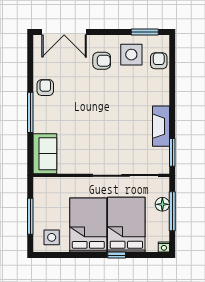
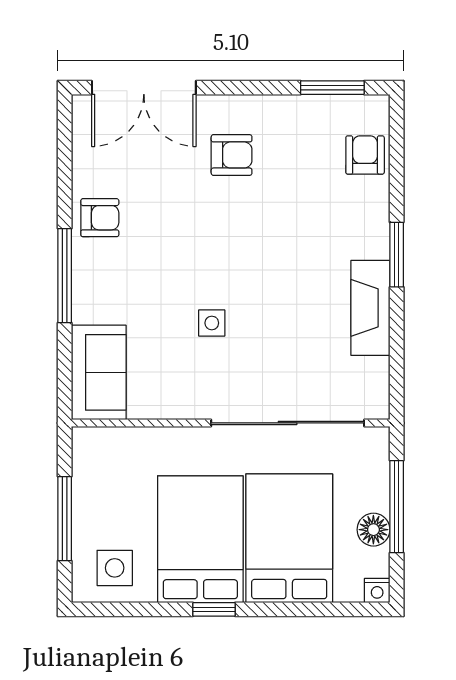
side table: (131, 55) -> (212, 323), moved, width x0.54, depth x0.54
armchair: (45, 88) -> (100, 218), turned 90
window: (172, 152) -> (397, 255), moved
floor lamp: (162, 204) -> (373, 530), moved
window: (117, 255) -> (214, 609), moved

